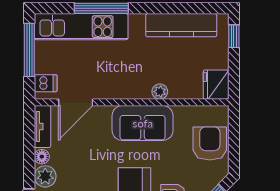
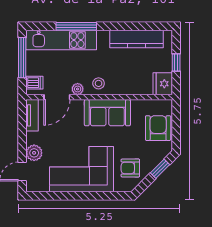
window: (234, 36) -> (176, 62), moved
stool: (131, 84) -> (99, 83), added
plant: (160, 92) -> (78, 89), moved
floor lamp: (42, 157) -> (32, 138), removed

